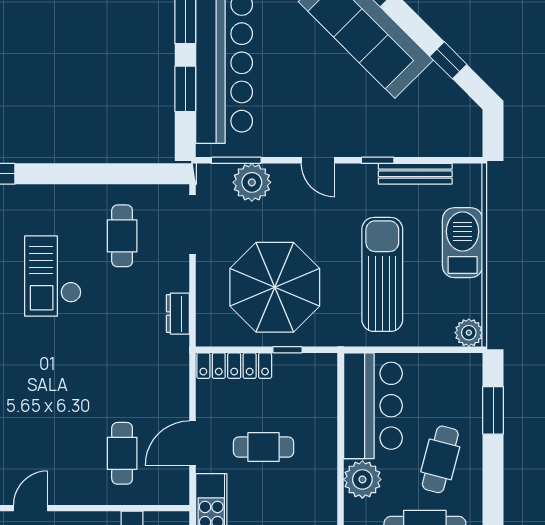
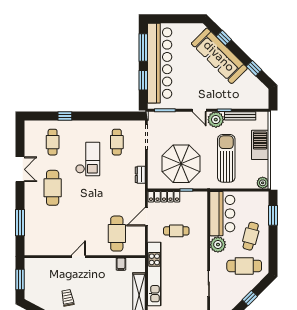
plant: (252, 182) -> (216, 120), moved
checkout: (53, 276) -> (88, 159), turned 180
door: (193, 443) -> (146, 217), moved
cafe table: (122, 453) -> (117, 234), width x1.37, depth x1.35

